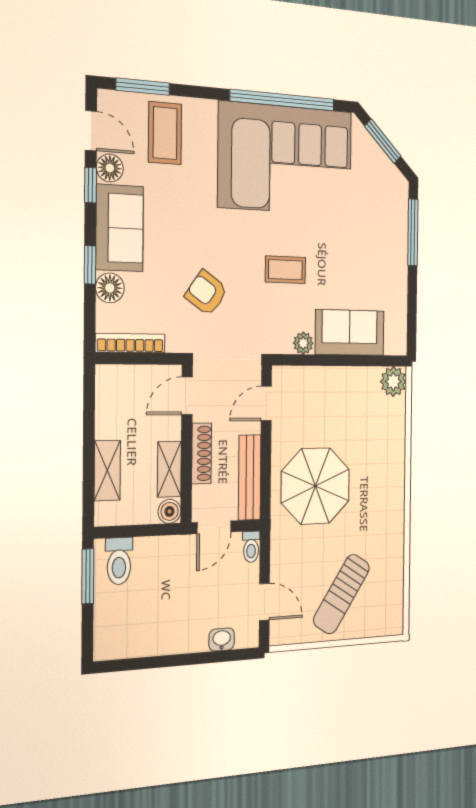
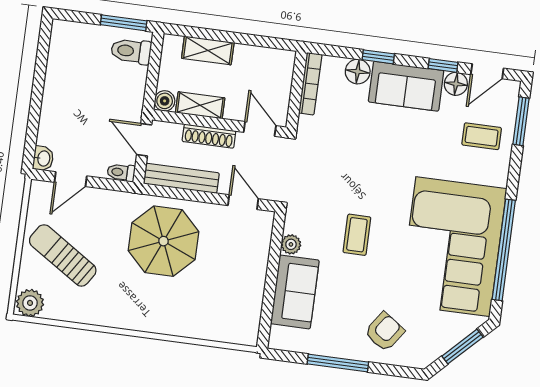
coffee table: (165, 133) -> (482, 136), width x0.73, depth x0.77
window: (413, 232) -> (338, 363), moved
armchair: (206, 293) -> (384, 332), moved
plant: (393, 382) -> (30, 303), moved
washbasin: (222, 640) -> (43, 158), moved

